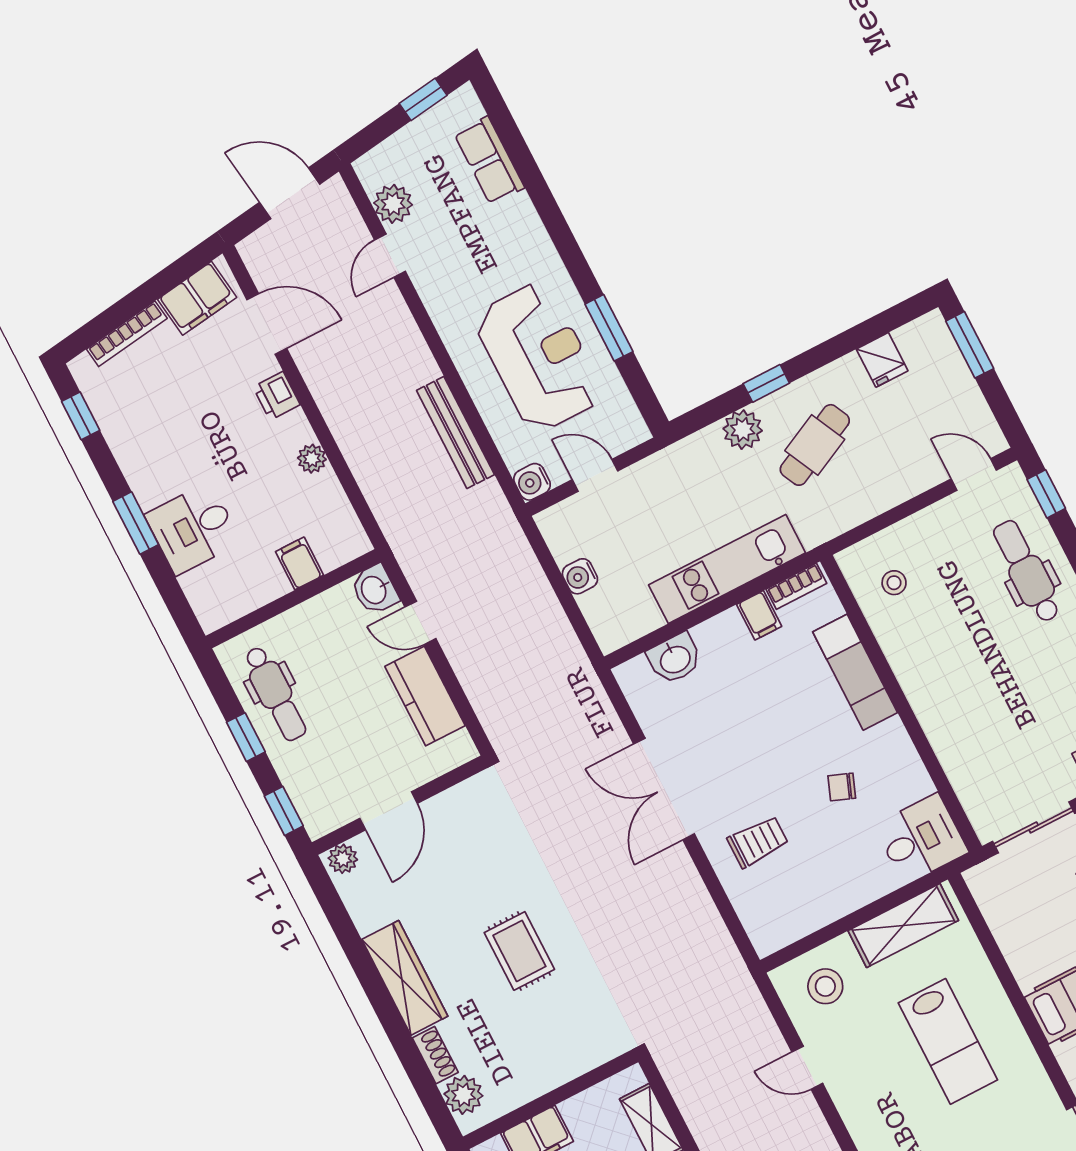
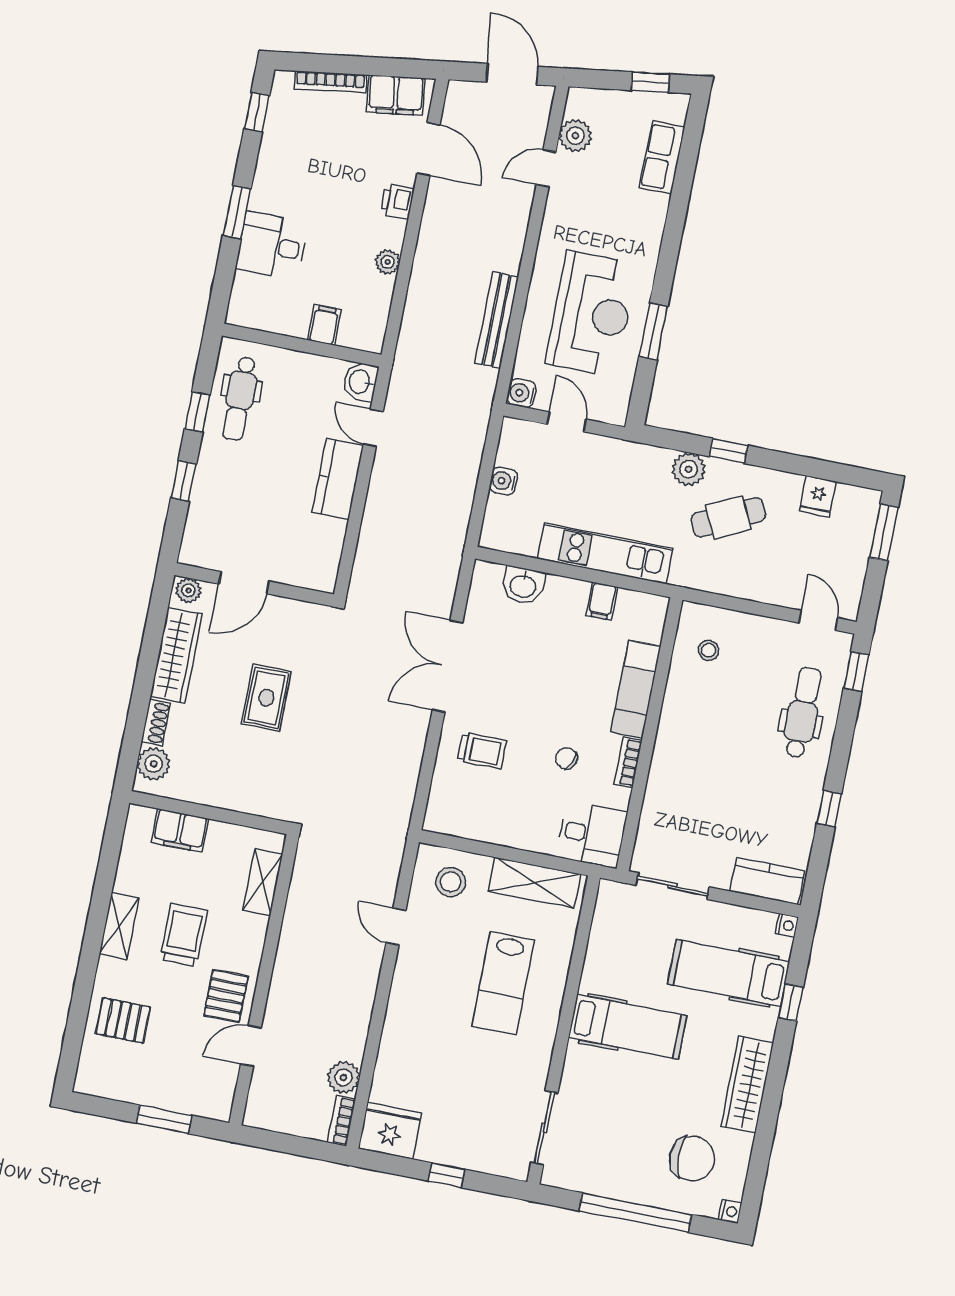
bookcase: (796, 586) -> (628, 762), moved, turned 90
wall: (399, 805) -> (254, 585), moved
door: (389, 811) -> (244, 583), moved
plant: (343, 859) -> (188, 590), moved

